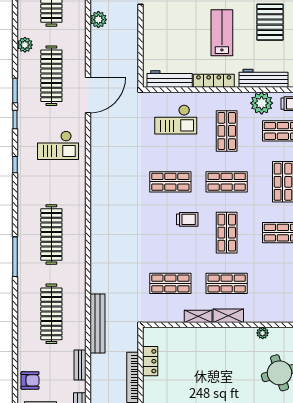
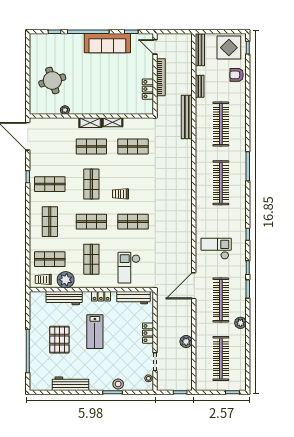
locker: (150, 31) -> (148, 333), added
locker: (214, 81) -> (101, 296), width x0.66
checkout: (176, 120) -> (129, 268), turned -90

